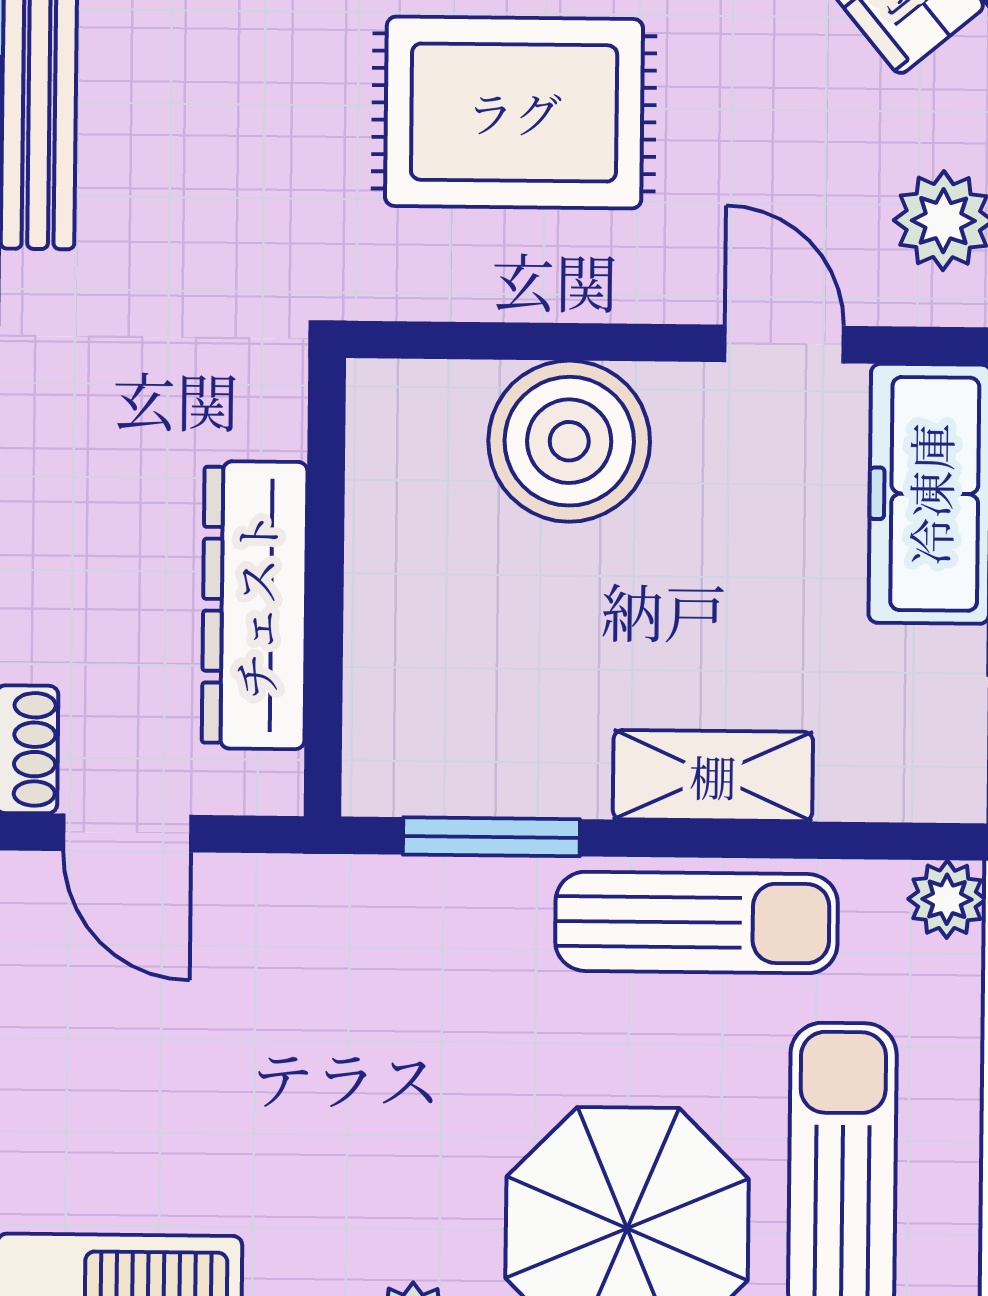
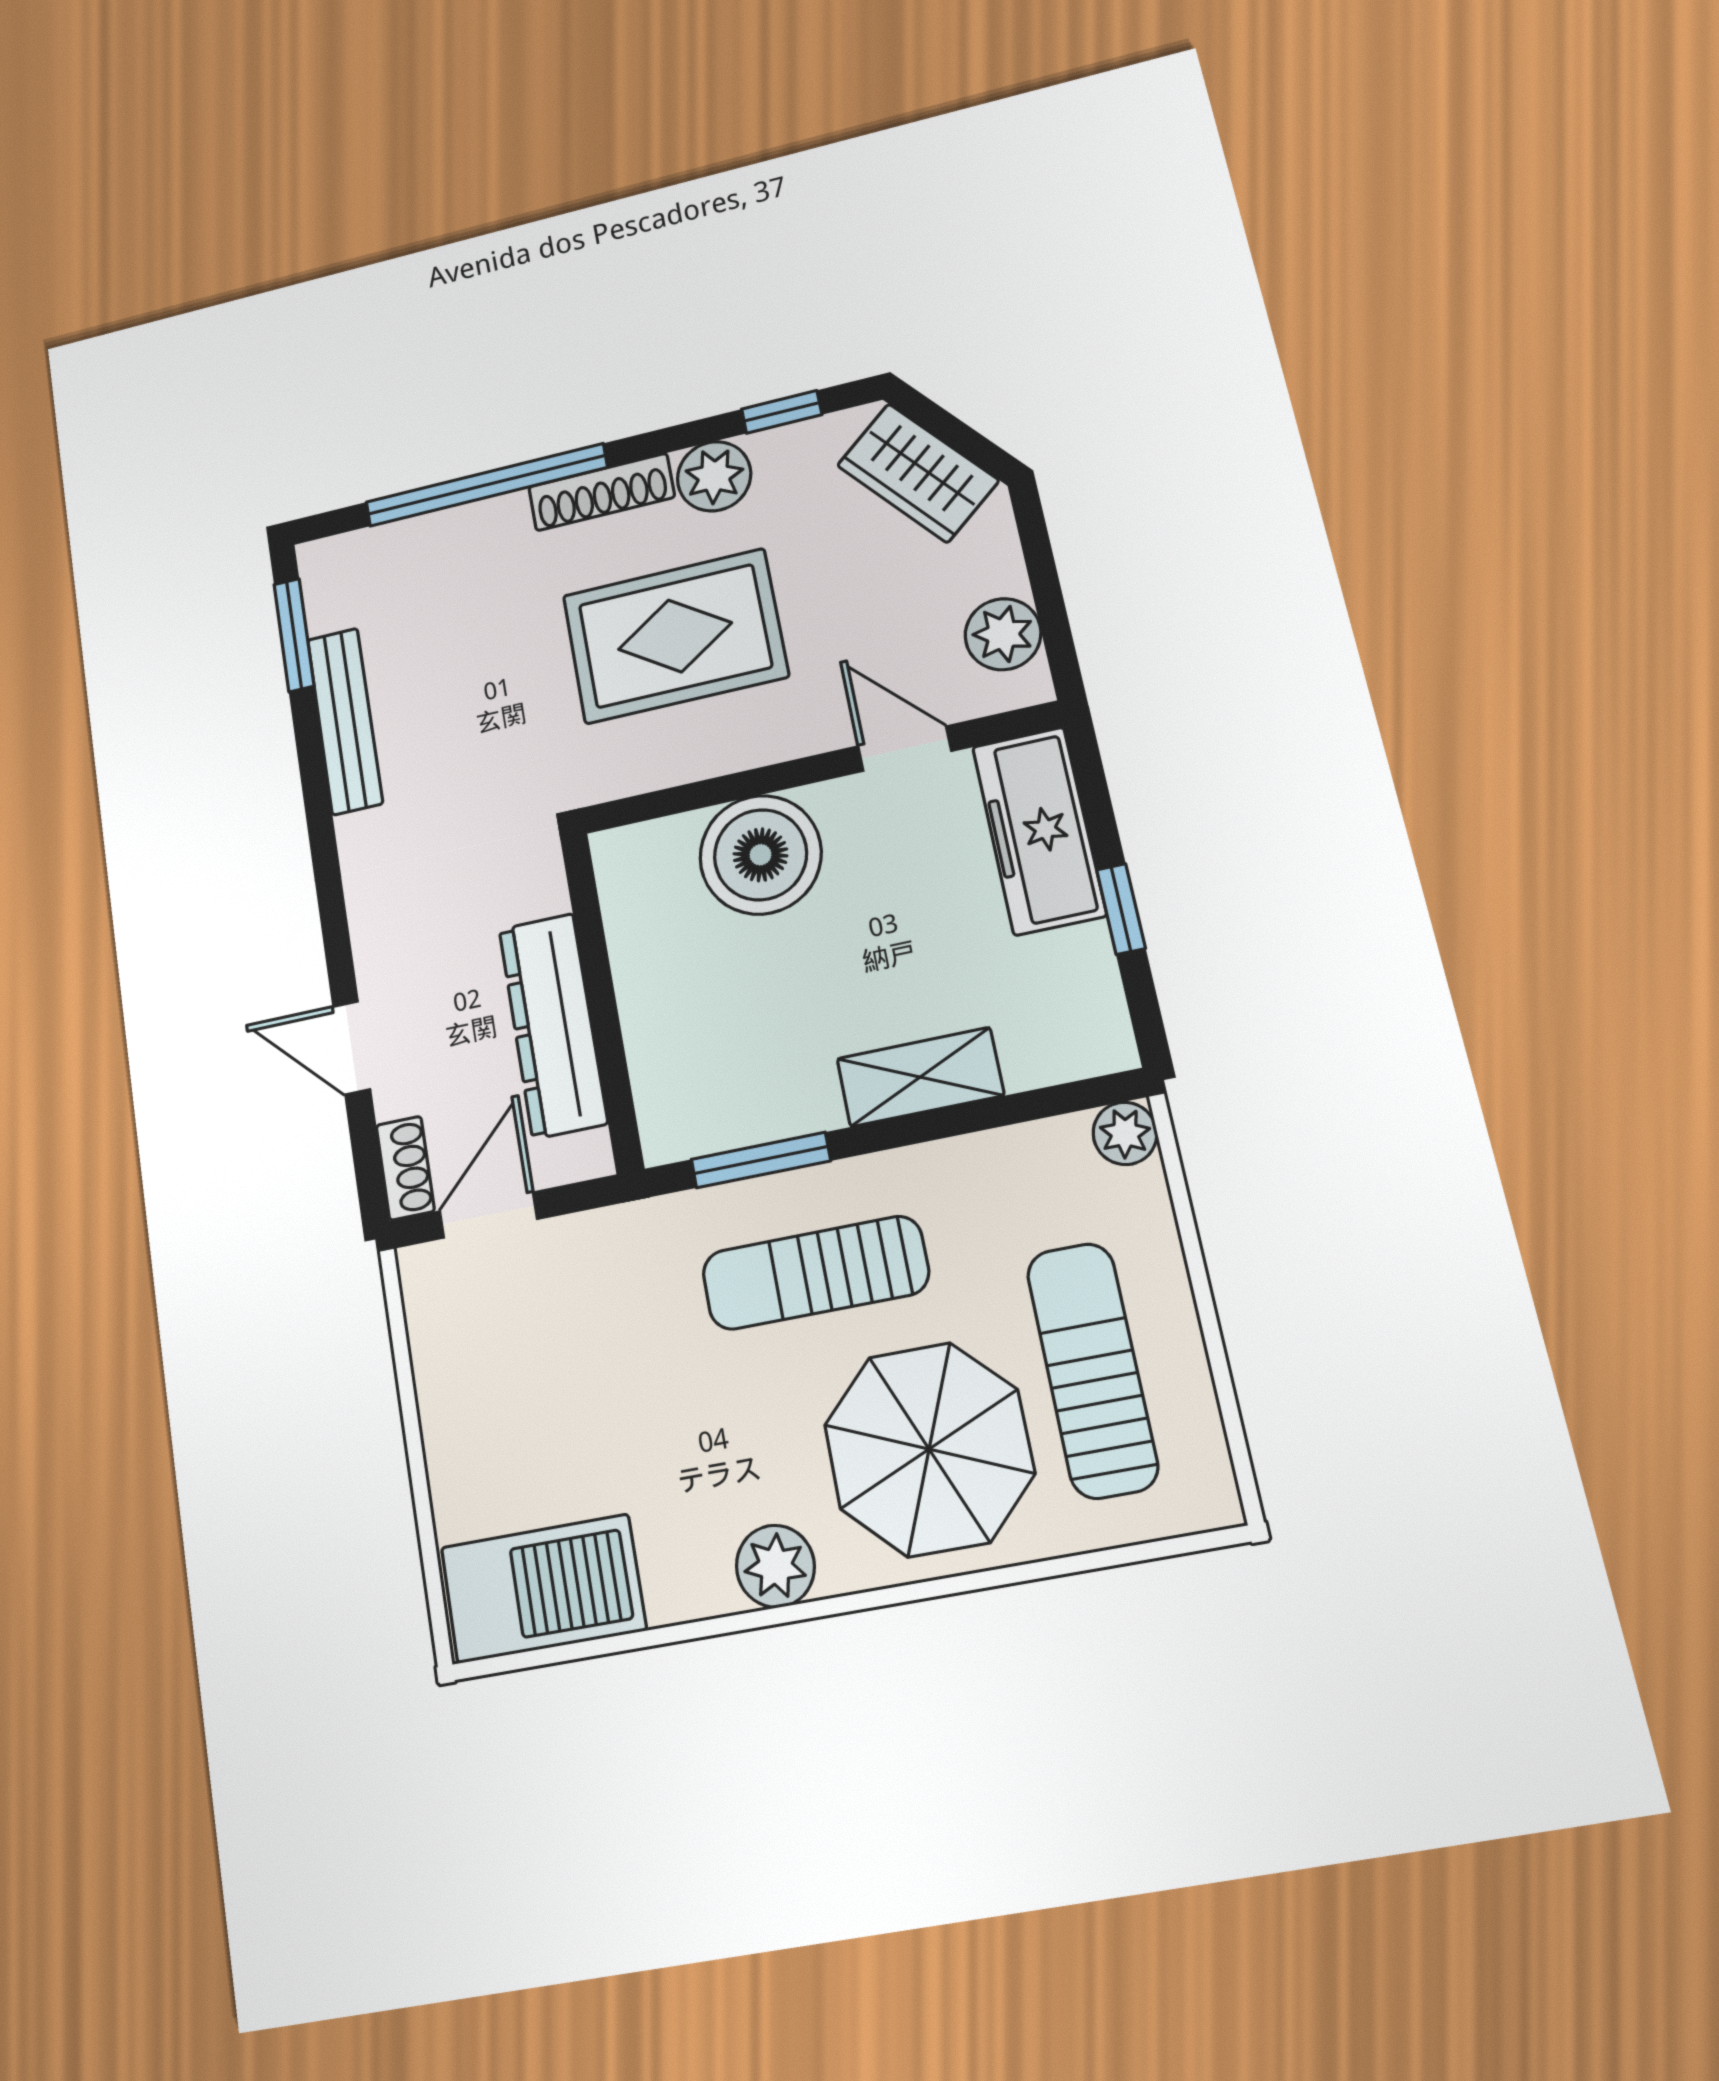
door: (127, 833) -> (488, 1215), swing flipped
sun lounger: (697, 922) -> (815, 1273), moved, turned 180

